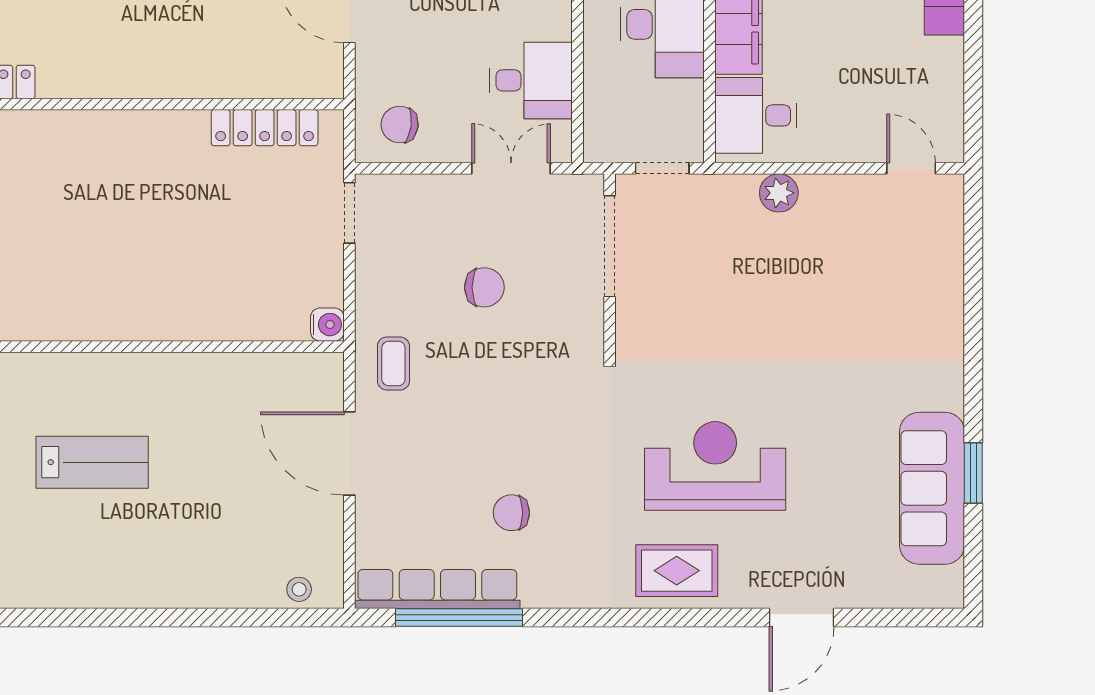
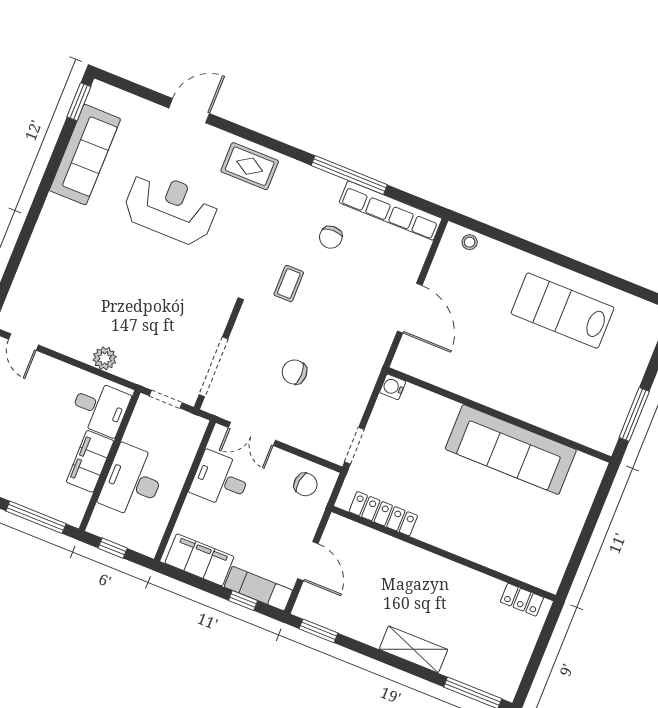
sofa: (111, 302) -> (511, 450), added
coffee table: (393, 364) -> (289, 284), moved
lab bench: (92, 462) -> (562, 311), moved, width x1.36, depth x1.39
reception desk: (715, 466) -> (171, 208), moved, turned 180
window: (973, 473) -> (79, 102), moved
chair: (511, 513) -> (331, 237), turned 89
window: (459, 618) -> (349, 175), moved

